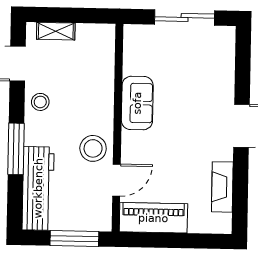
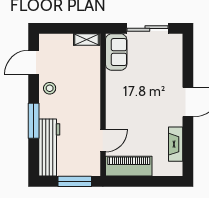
shelving: (56, 31) -> (87, 39), moved
sofa: (137, 103) -> (116, 52), moved
stool: (93, 148) -> (86, 119), removed

